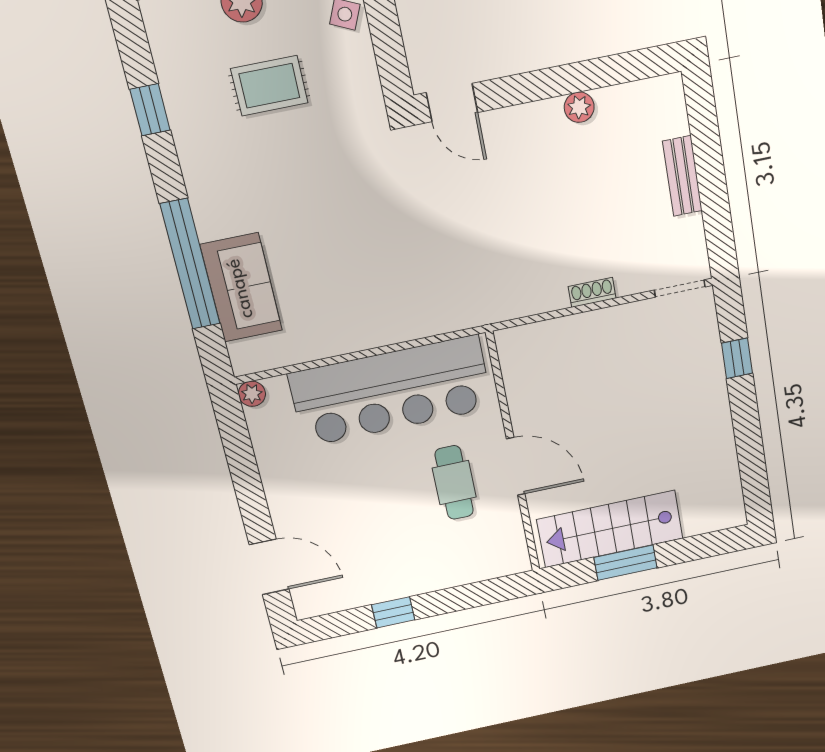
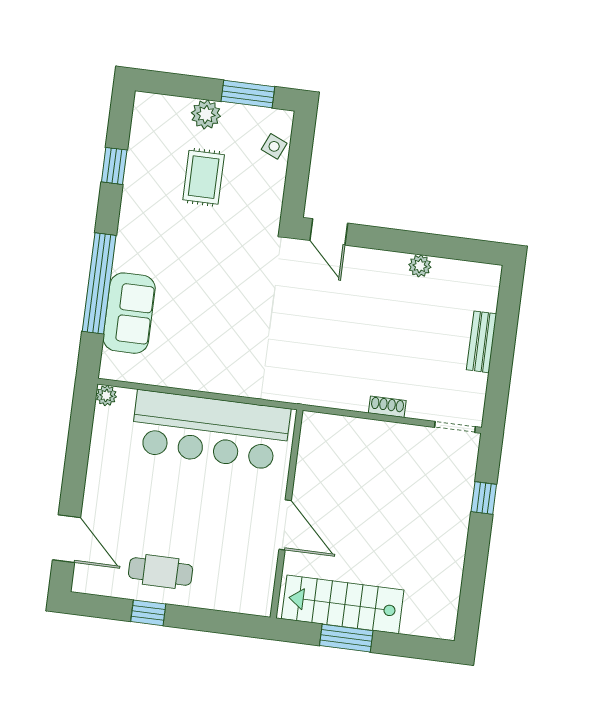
rug: (269, 86) -> (204, 177), turned 90
cafe table: (454, 483) -> (161, 572), moved, turned 90

